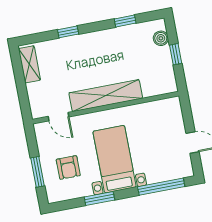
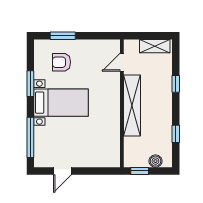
shelving: (106, 96) -> (132, 105), moved
wall: (106, 108) -> (122, 103), moved
door: (58, 117) -> (122, 62), moved

